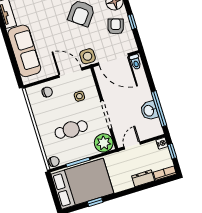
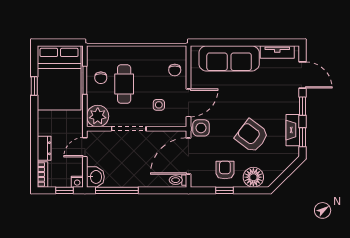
armchair: (116, 26) -> (225, 170), turned -107
washbasin: (149, 111) -> (95, 177), moved, turned 90
door: (132, 145) -> (85, 147), swing flipped
chair: (54, 162) -> (101, 78), moved

